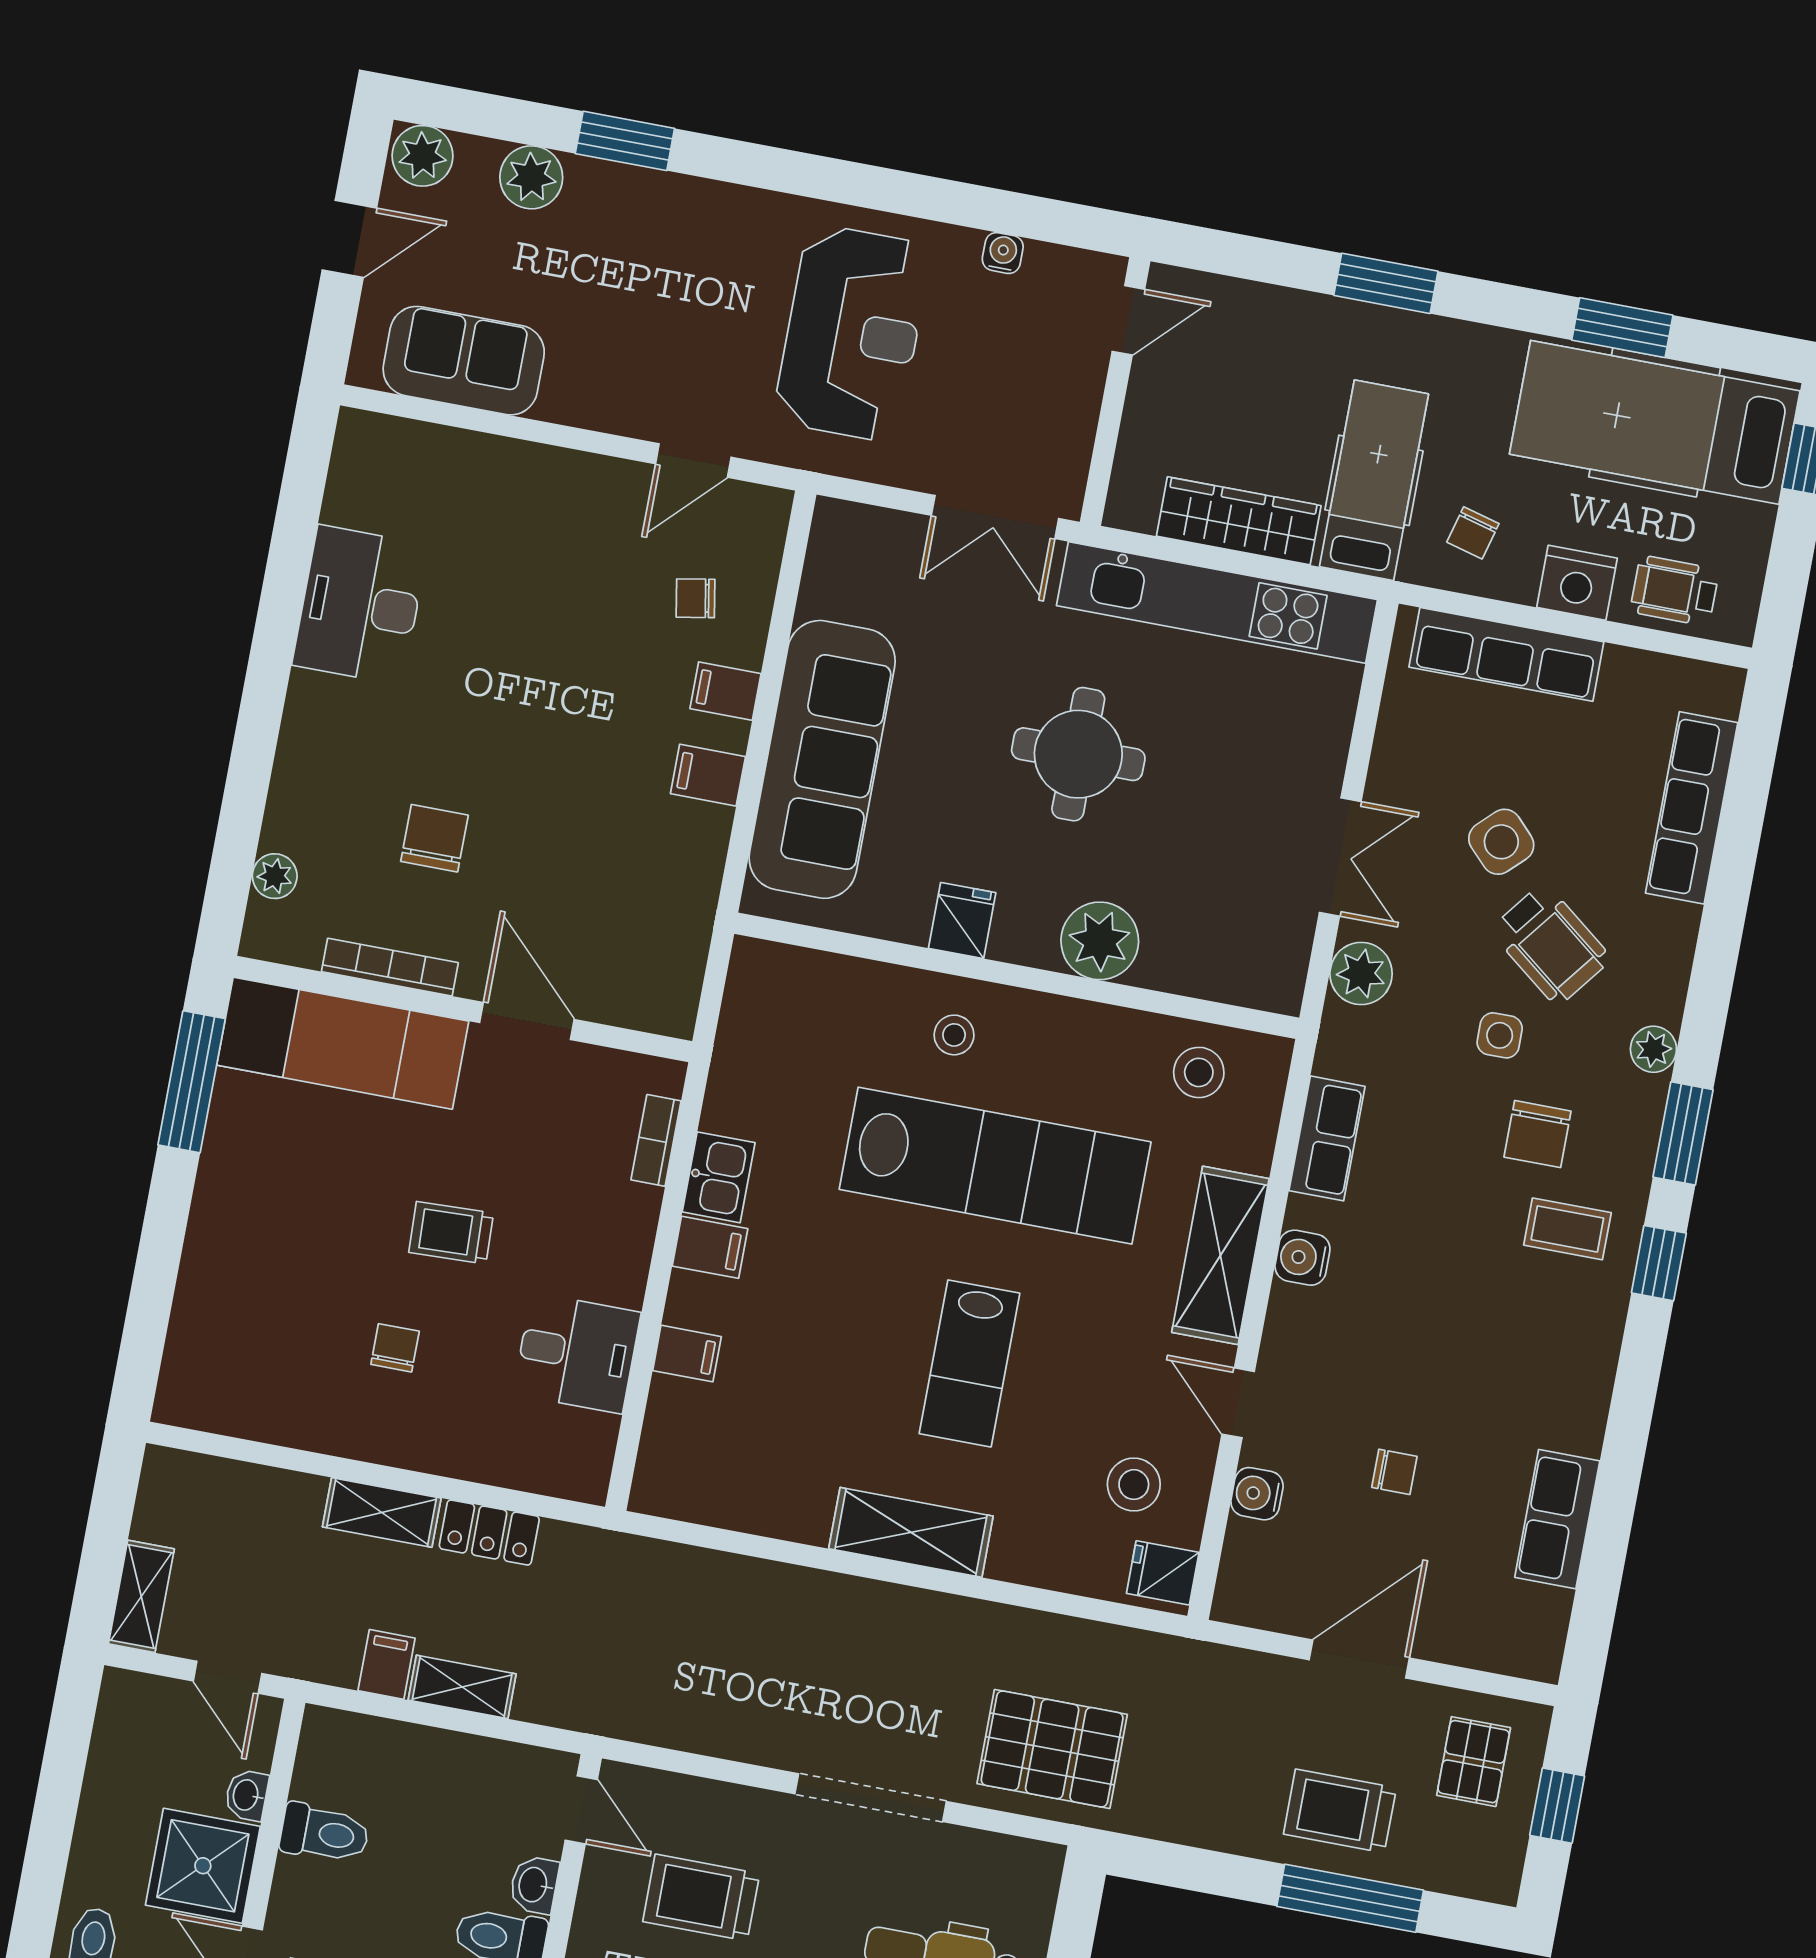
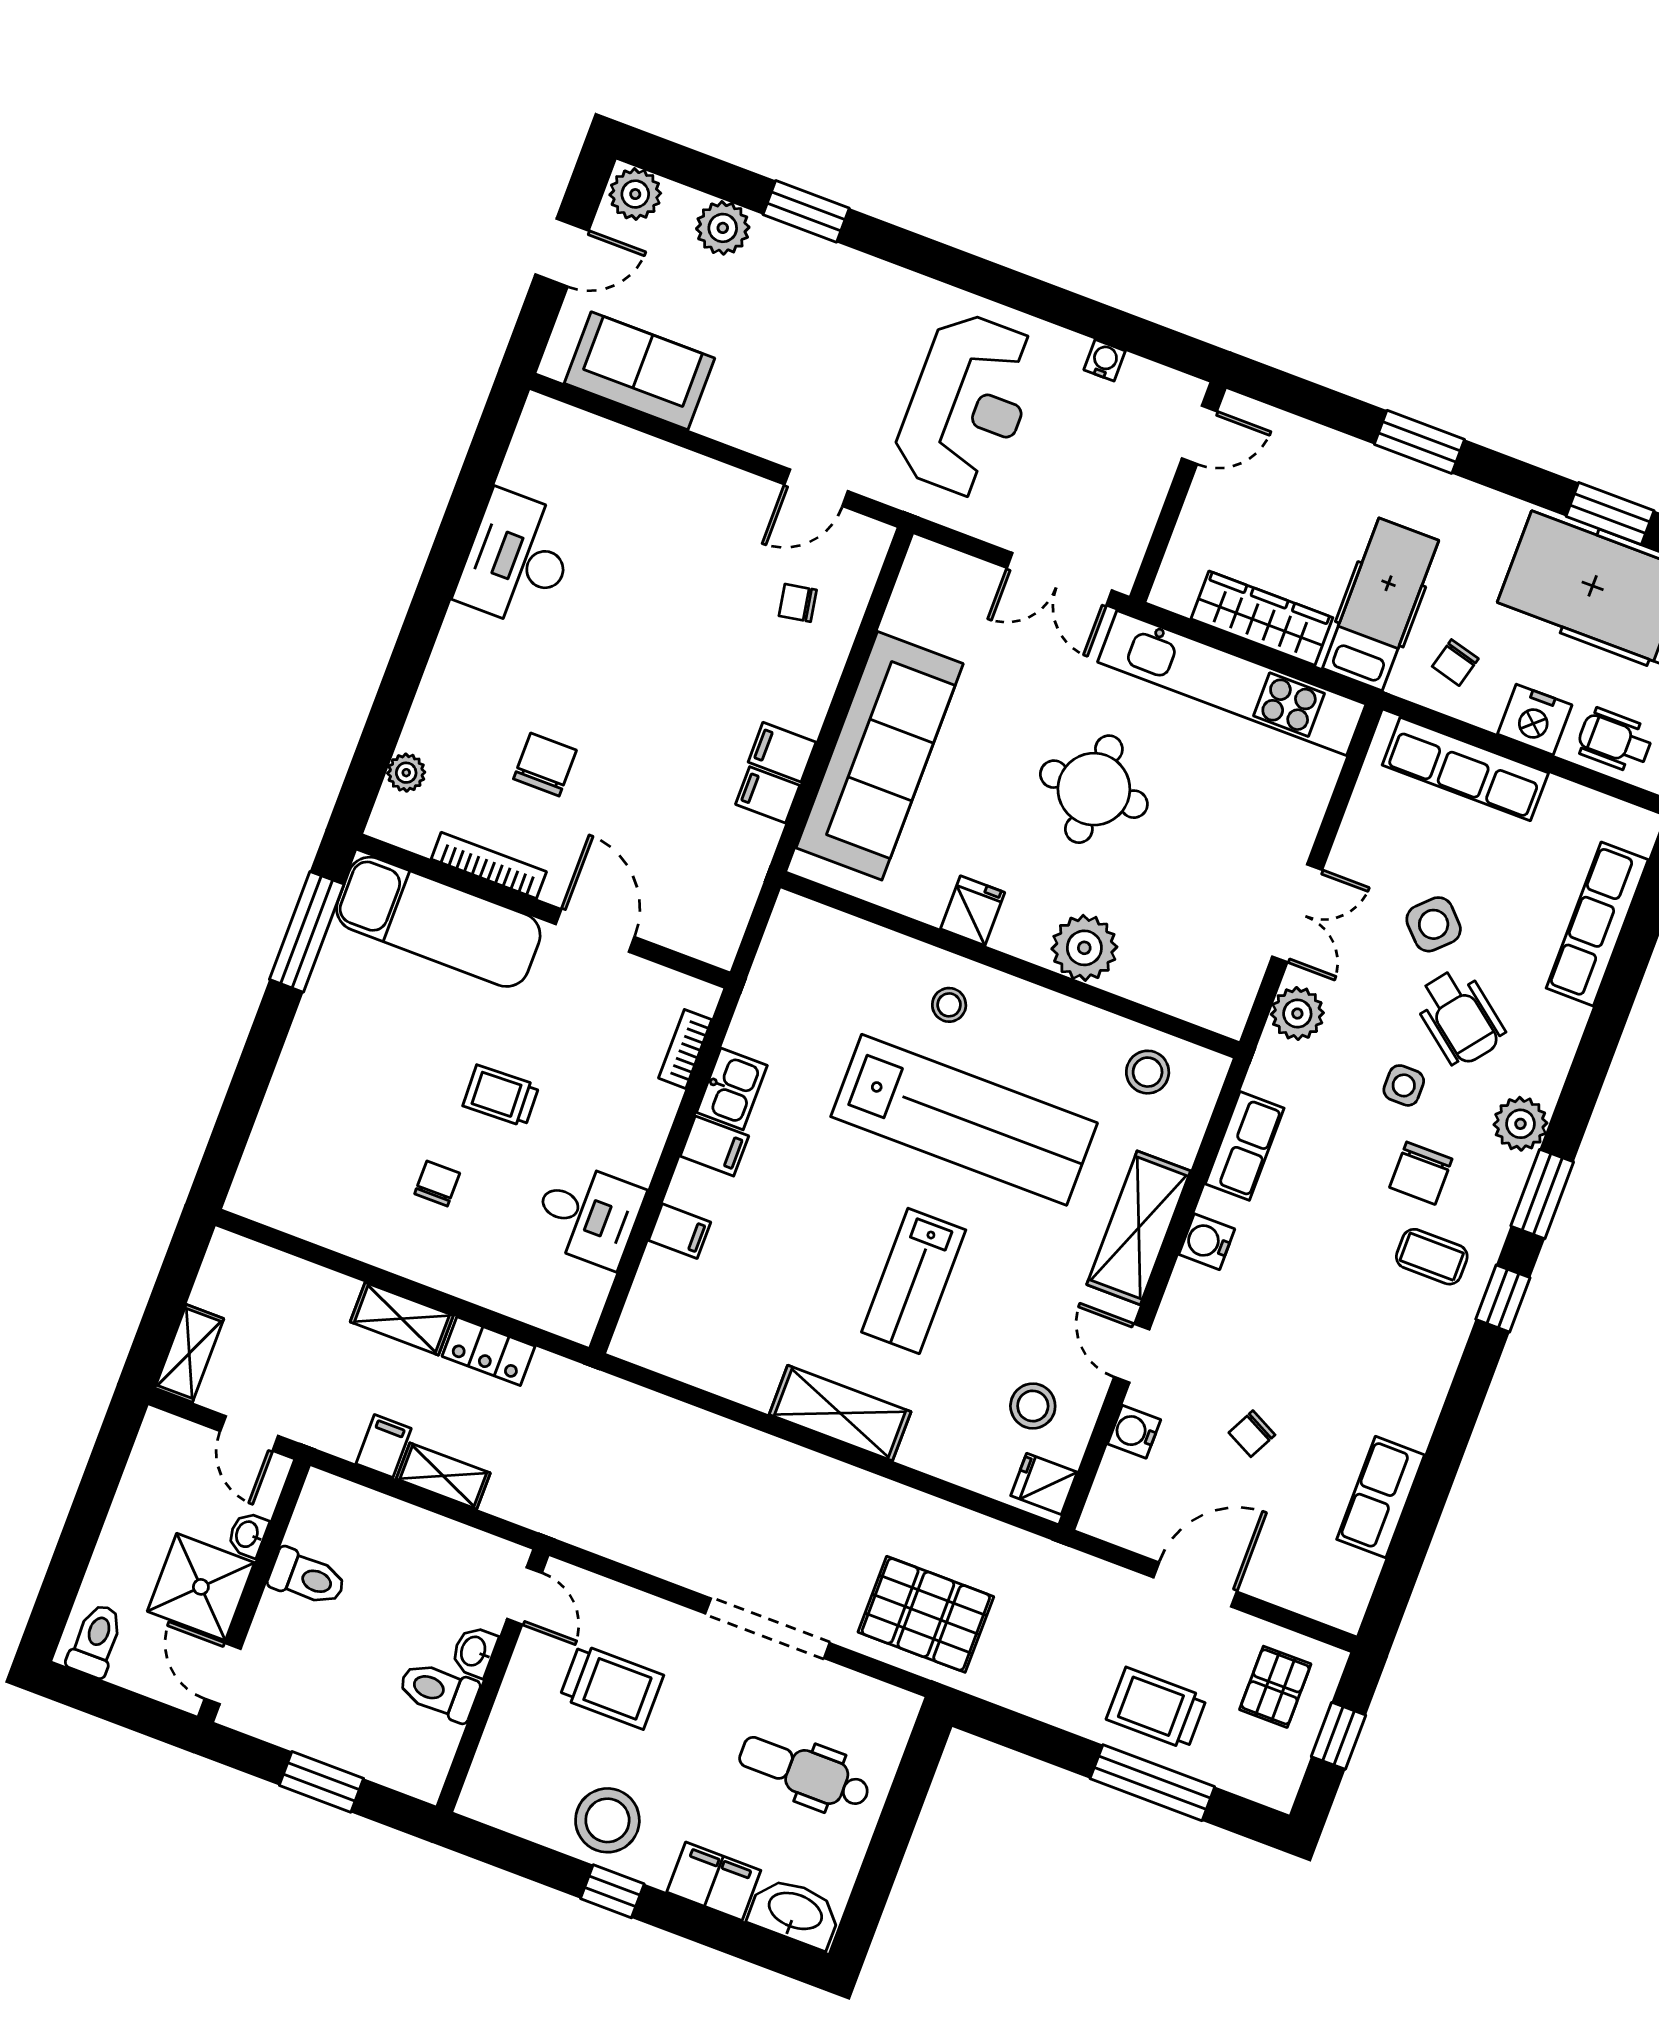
filing cabinet: (725, 691) -> (768, 795), moved
plant: (1653, 1049) -> (1520, 1124), width x1.38, depth x1.38
chair: (1394, 1472) -> (1252, 1434), turned 117
trolley: (701, 1898) -> (612, 1687), turned 180

